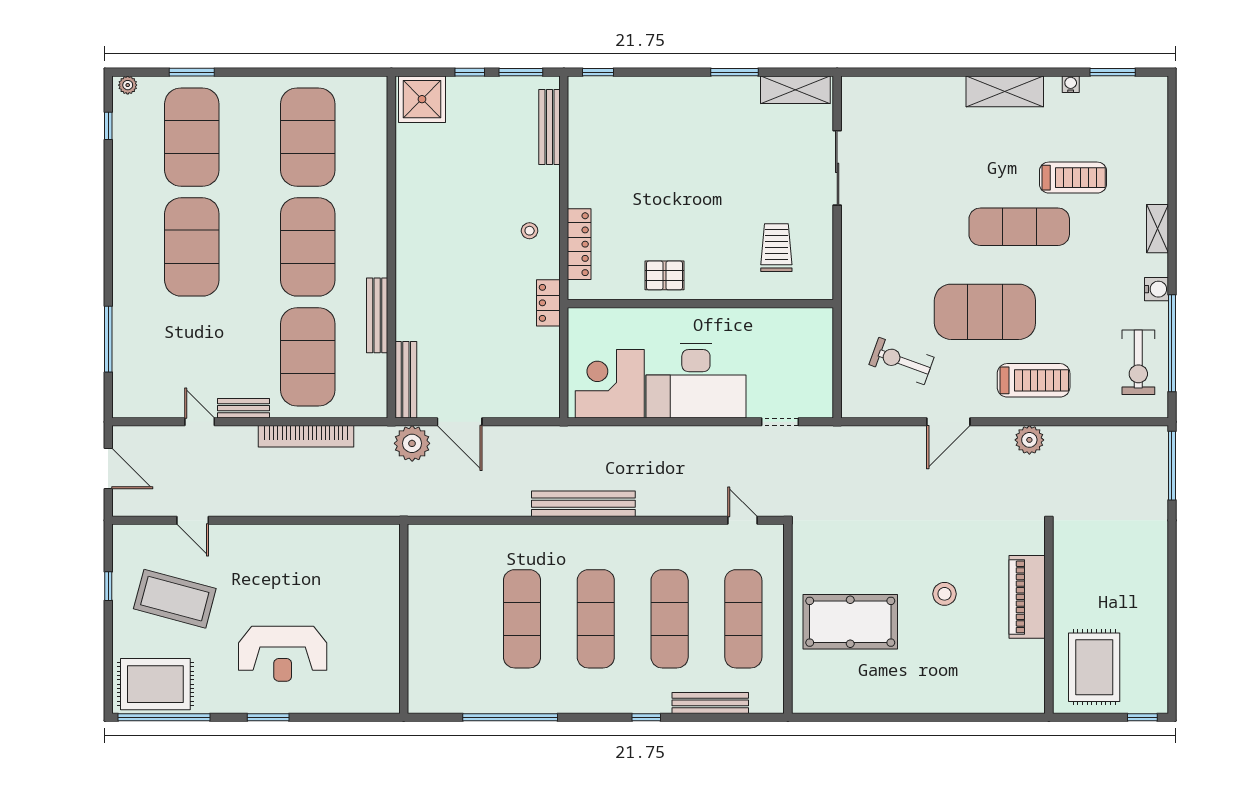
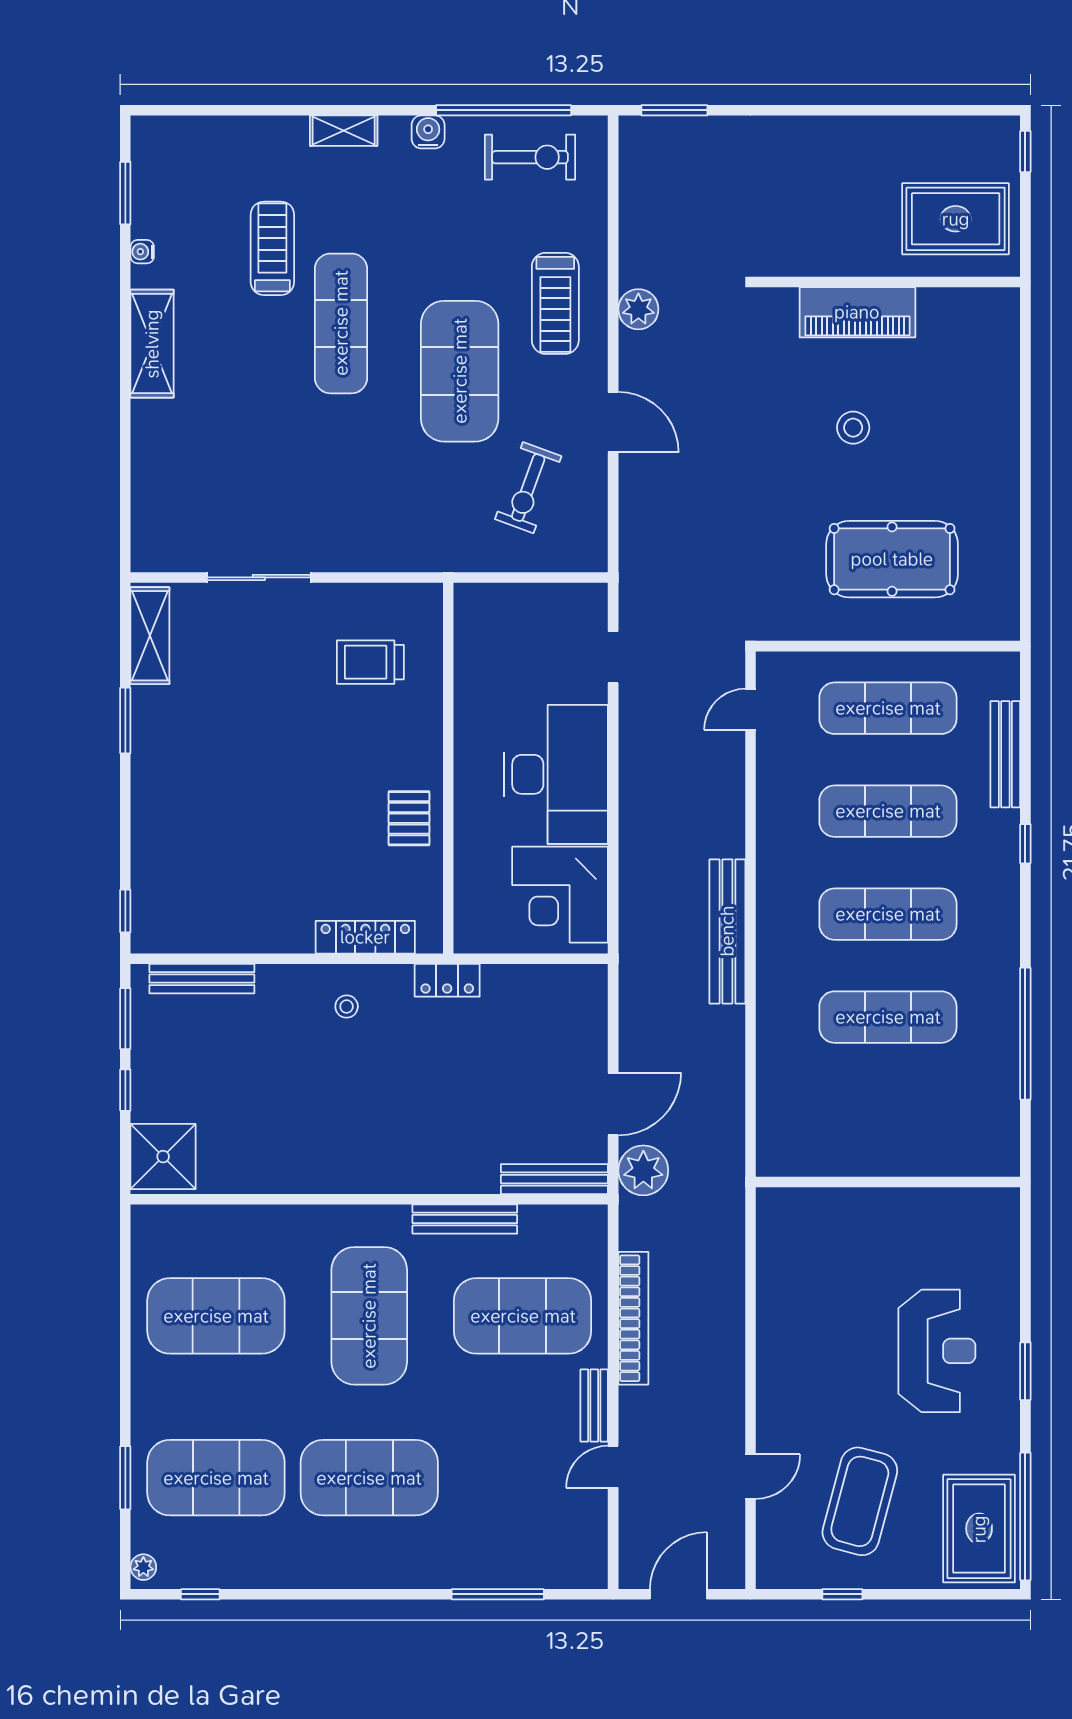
exercise mat: (308, 247) -> (369, 1316), turned 90
treadmill: (1034, 380) -> (555, 303), turned 180
window: (1172, 466) -> (674, 110), width x0.69
pool table: (850, 622) -> (892, 559), turned 90

